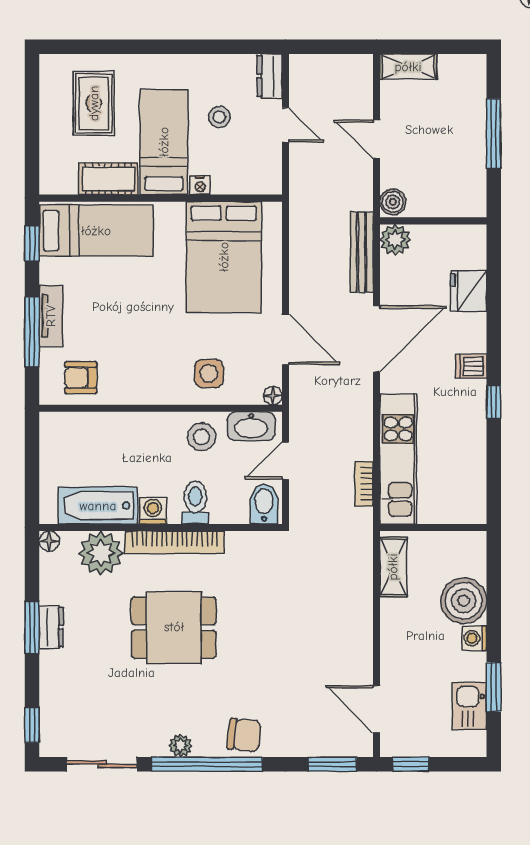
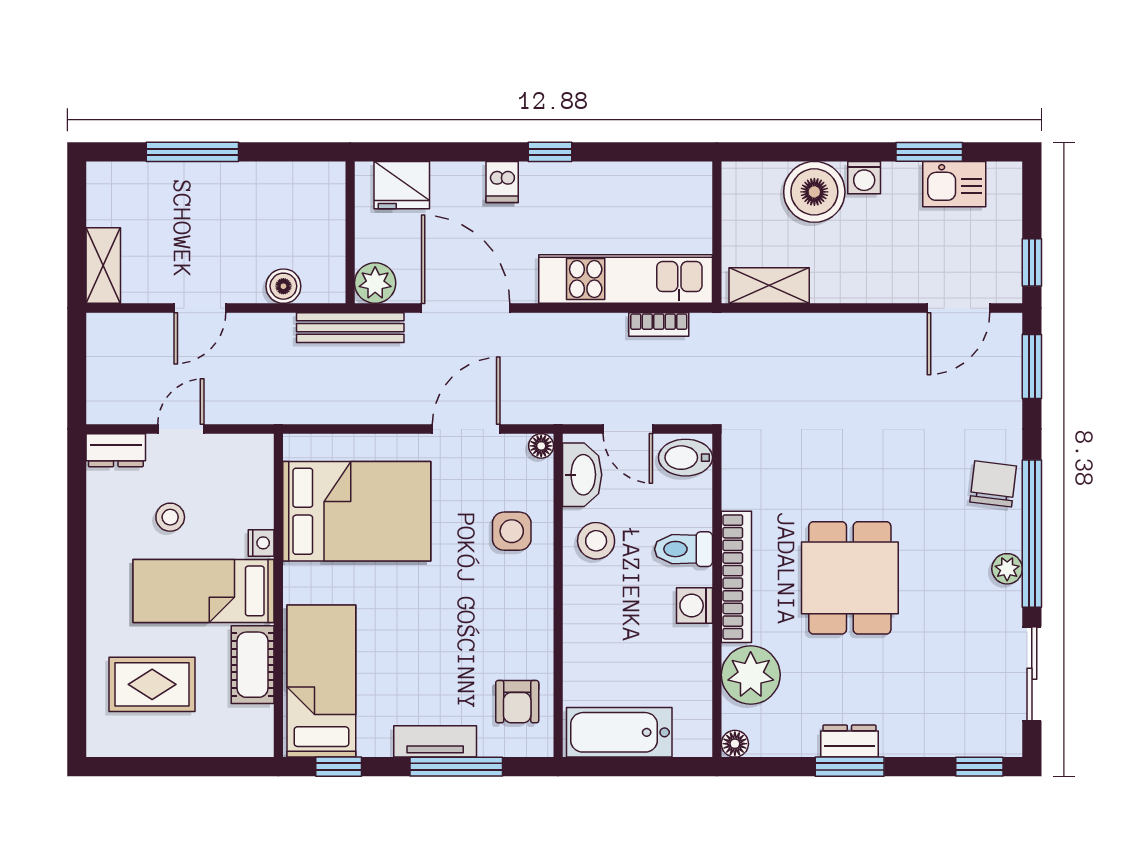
wall: (433, 221) -> (350, 232), moved
plant: (395, 240) -> (375, 283), moved
bathtub: (98, 506) -> (619, 732), moved, turned 90

